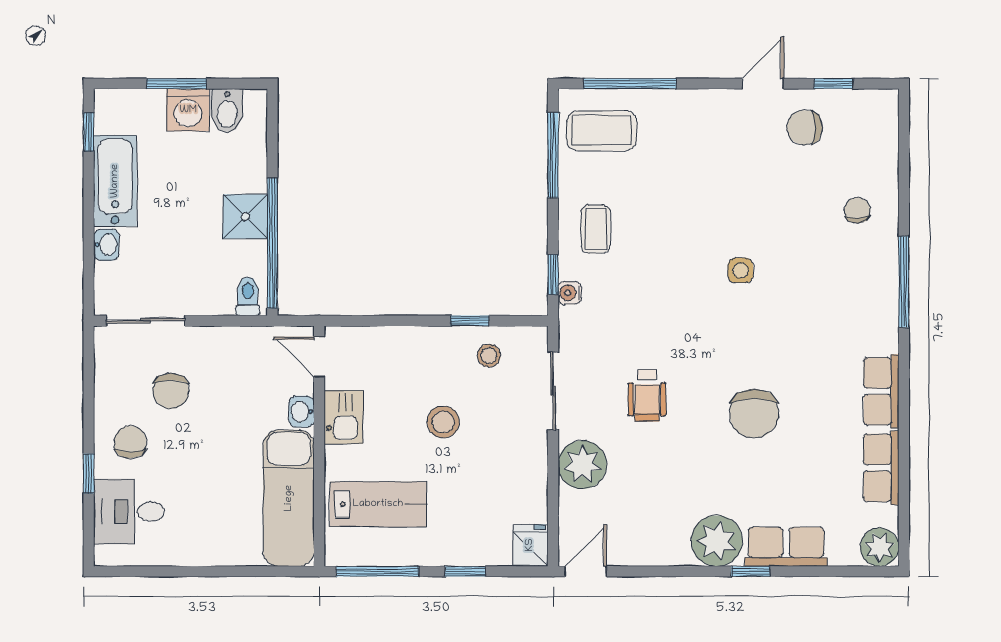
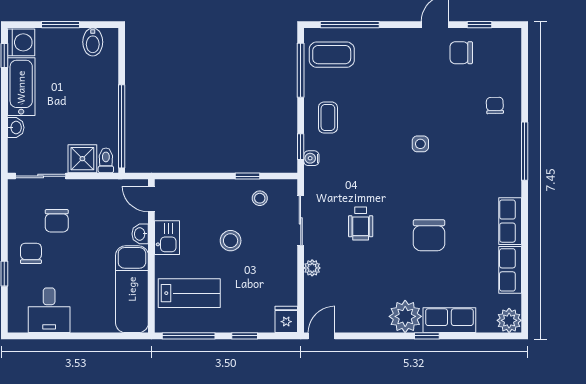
washing machine: (188, 110) -> (21, 42), moved, turned -90
shower: (245, 217) -> (82, 159), moved
plant: (582, 465) -> (312, 268), width x0.53, depth x0.53
desk: (129, 512) -> (49, 310), moved, turned -90

